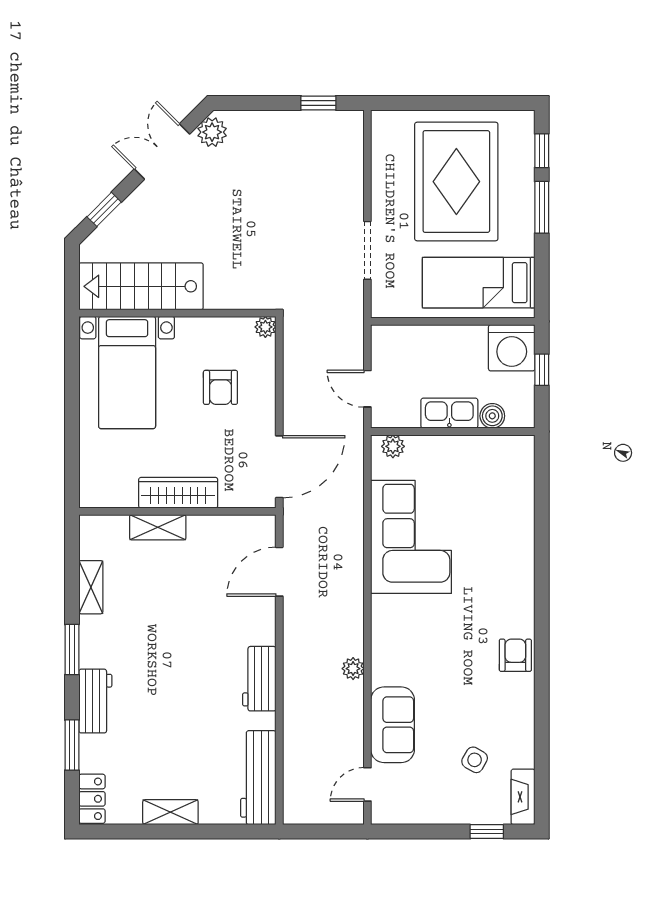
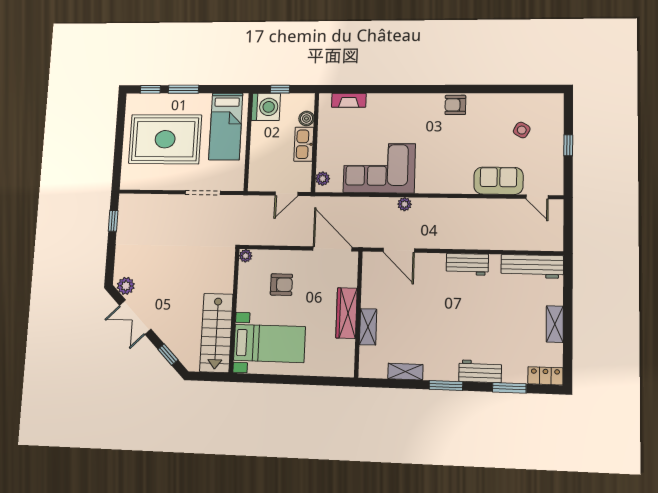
plant: (353, 669) -> (405, 204), moved
fireplace: (523, 797) -> (349, 100), moved
window: (487, 832) -> (568, 145), moved

